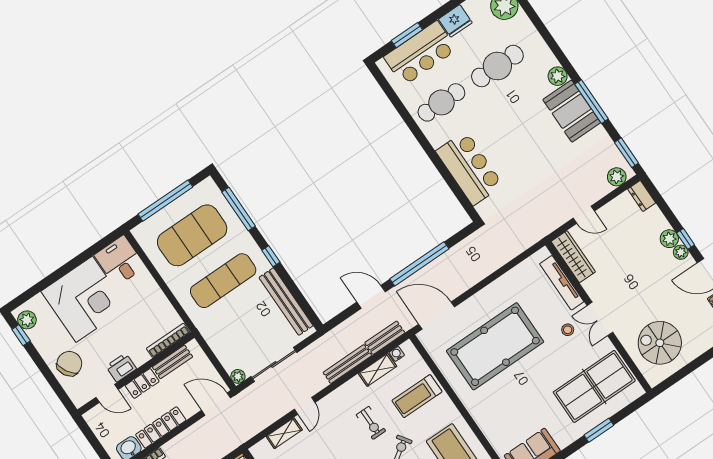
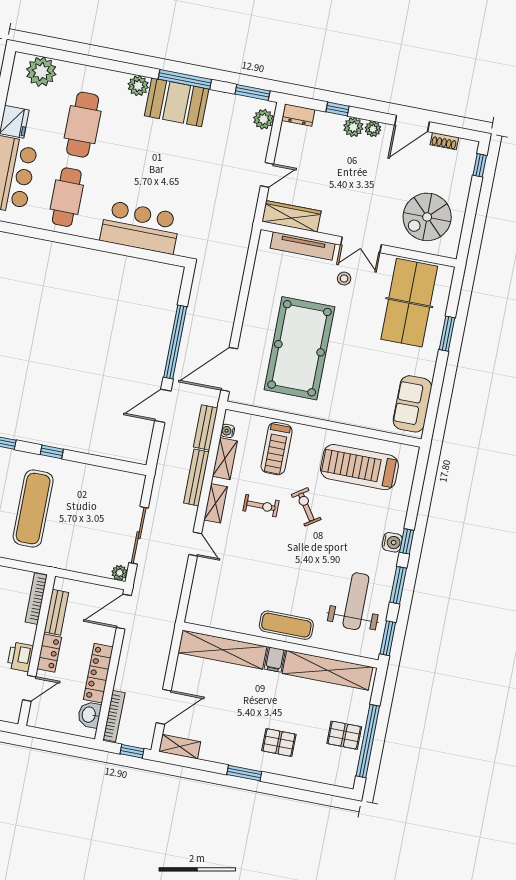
window: (686, 239) -> (338, 109), moved
bench: (286, 302) -> (99, 476), removed
shelving: (284, 433) -> (216, 503), moved

